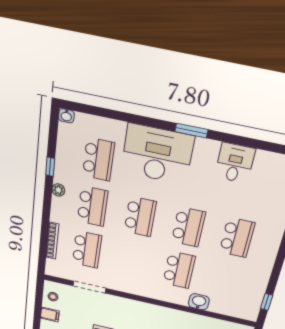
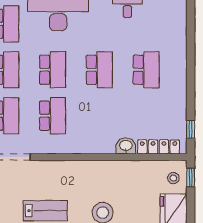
school desk: (179, 270) -> (53, 116), moved
locker: (230, 310) -> (159, 147), added

